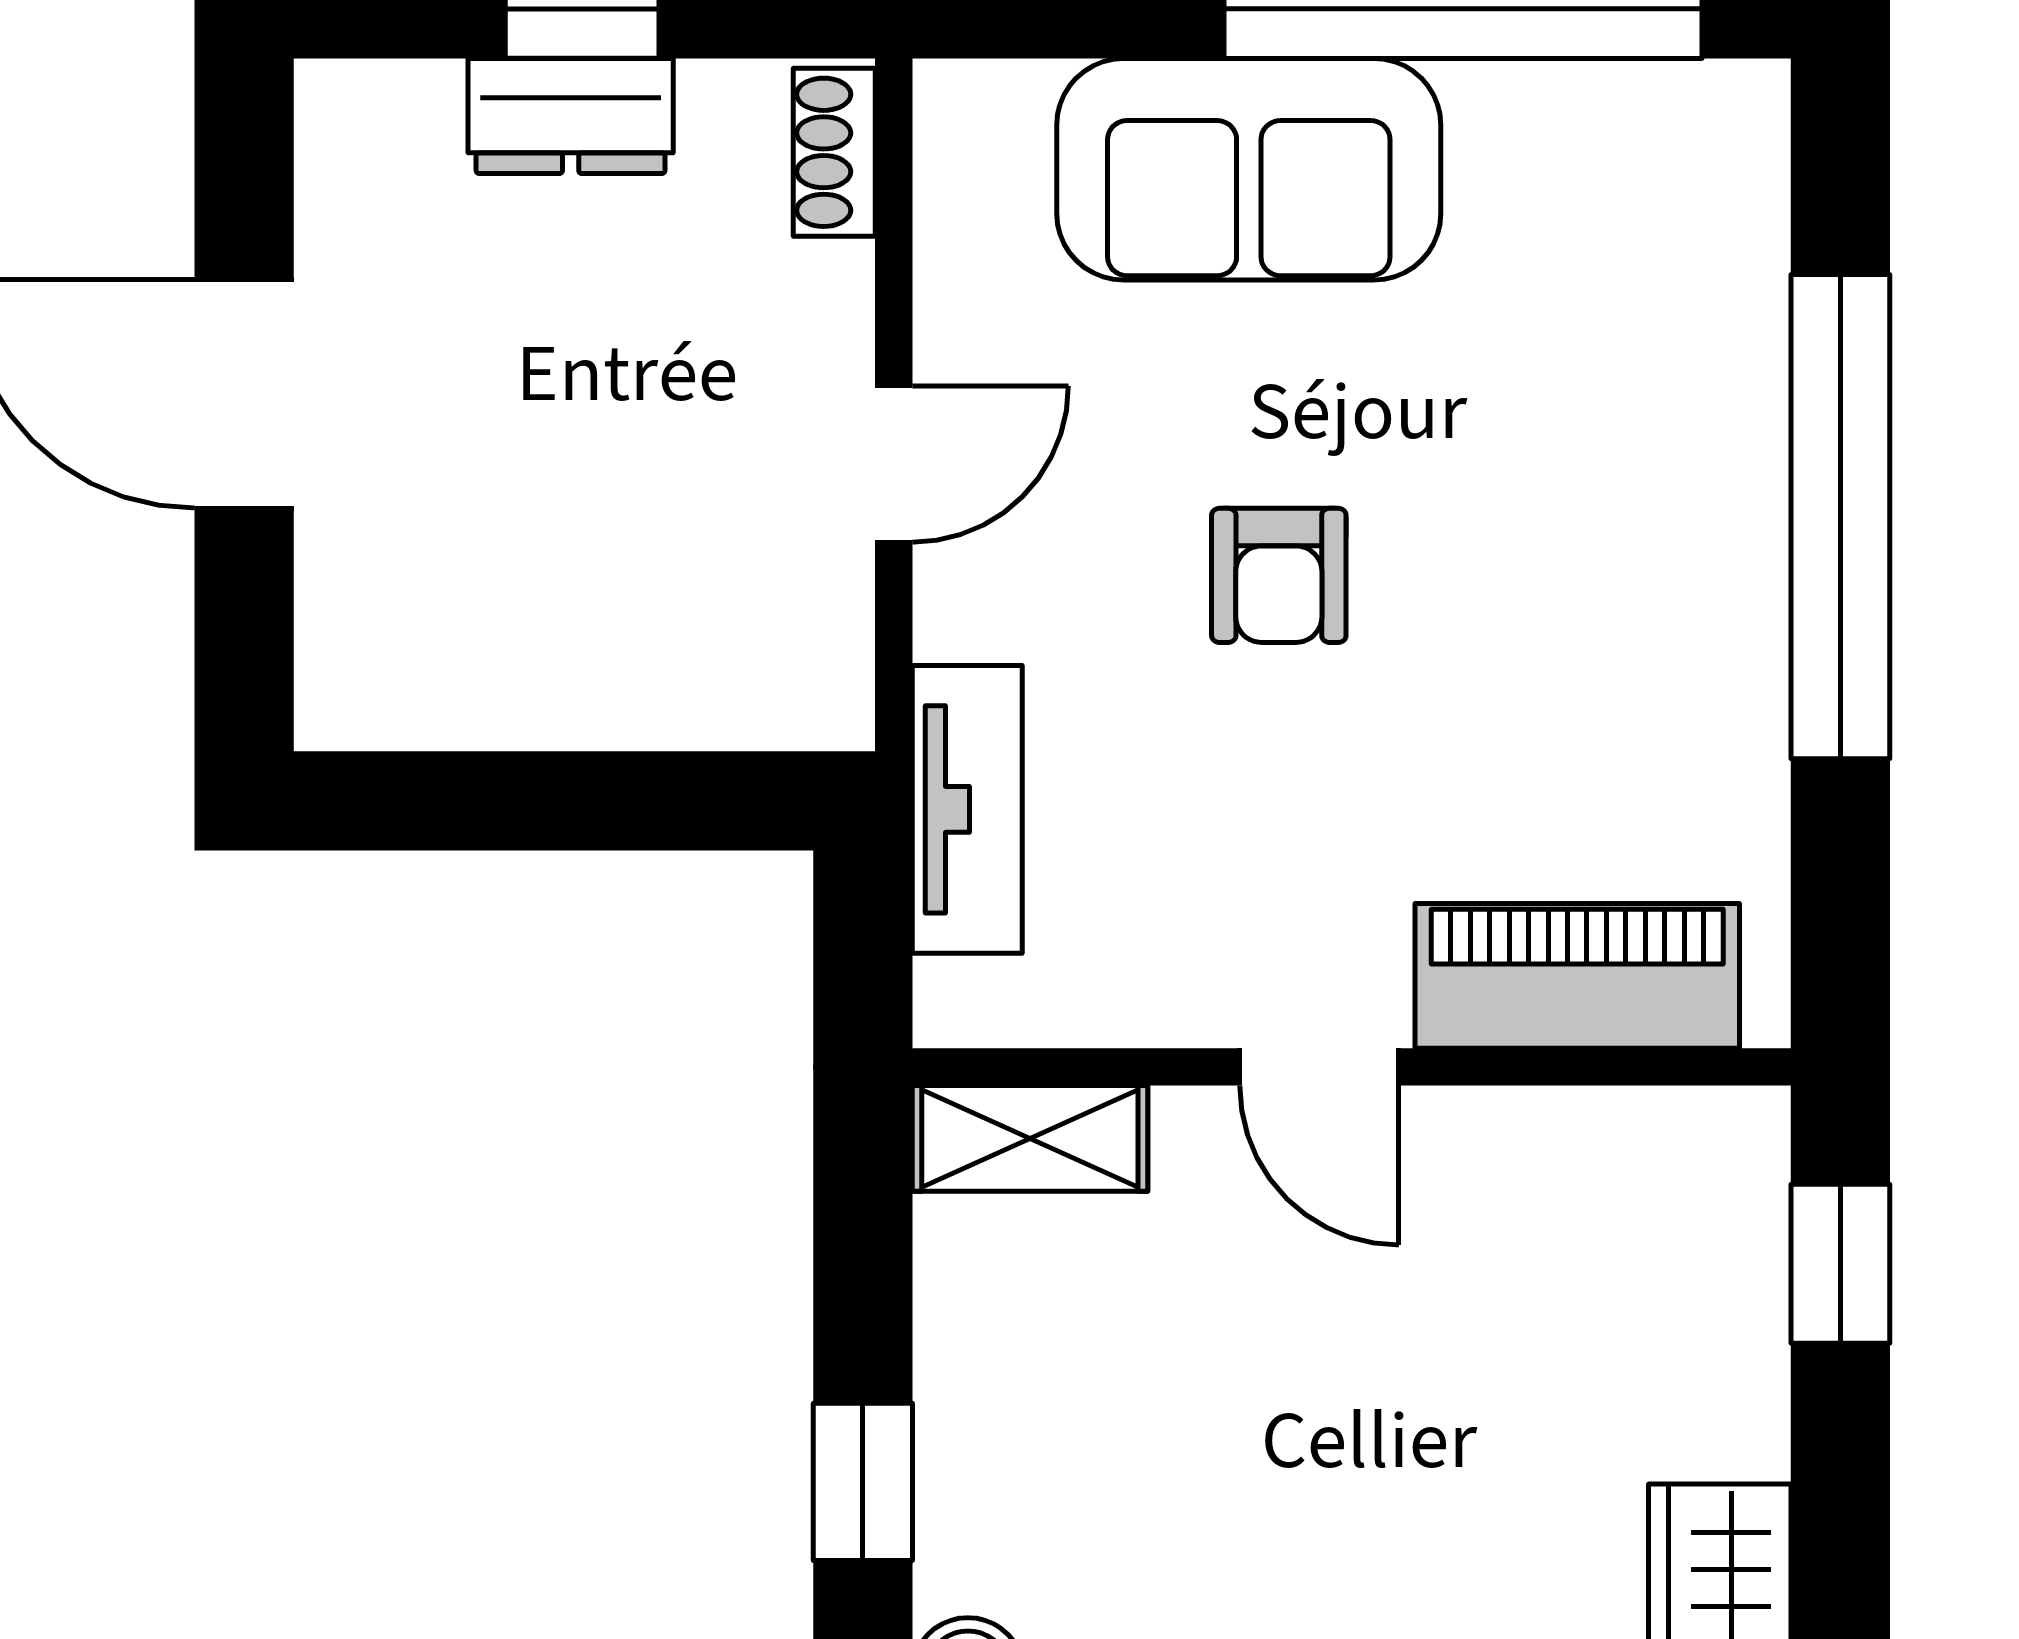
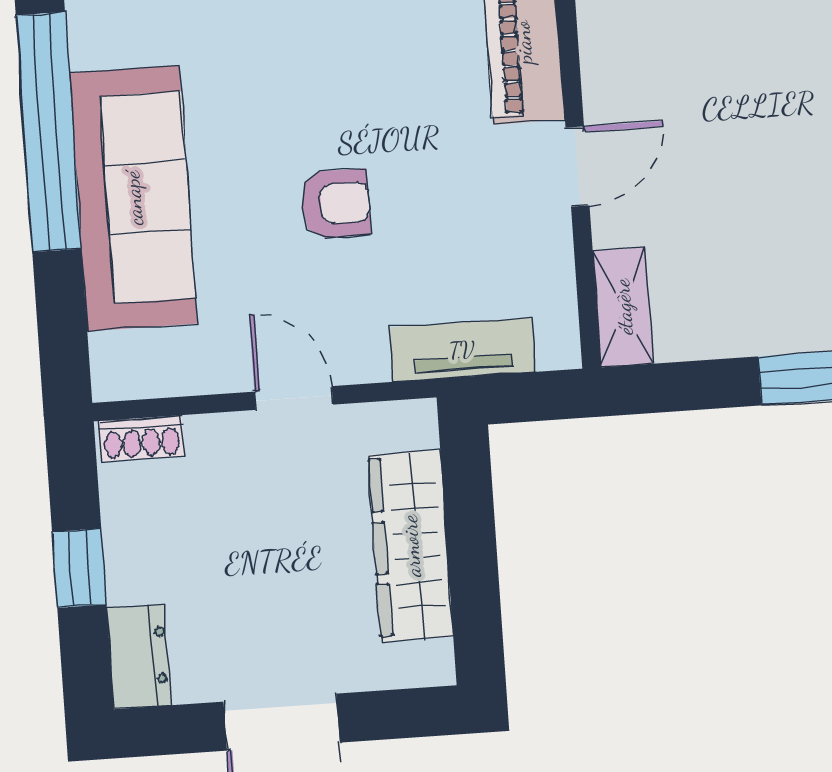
dresser: (571, 116) -> (139, 657), moved
sofa: (1249, 169) -> (133, 198), width x1.36
wardrobe: (580, 678) -> (411, 546), added

